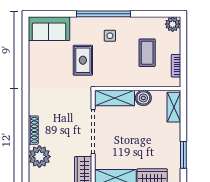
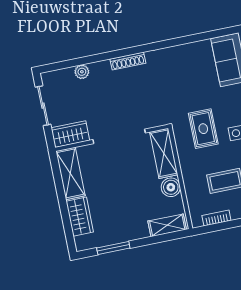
rug: (83, 60) -> (203, 129), moved, turned 90
shoe rack: (33, 130) -> (128, 61), moved
plant: (39, 157) -> (82, 72), width x0.53, depth x0.53

